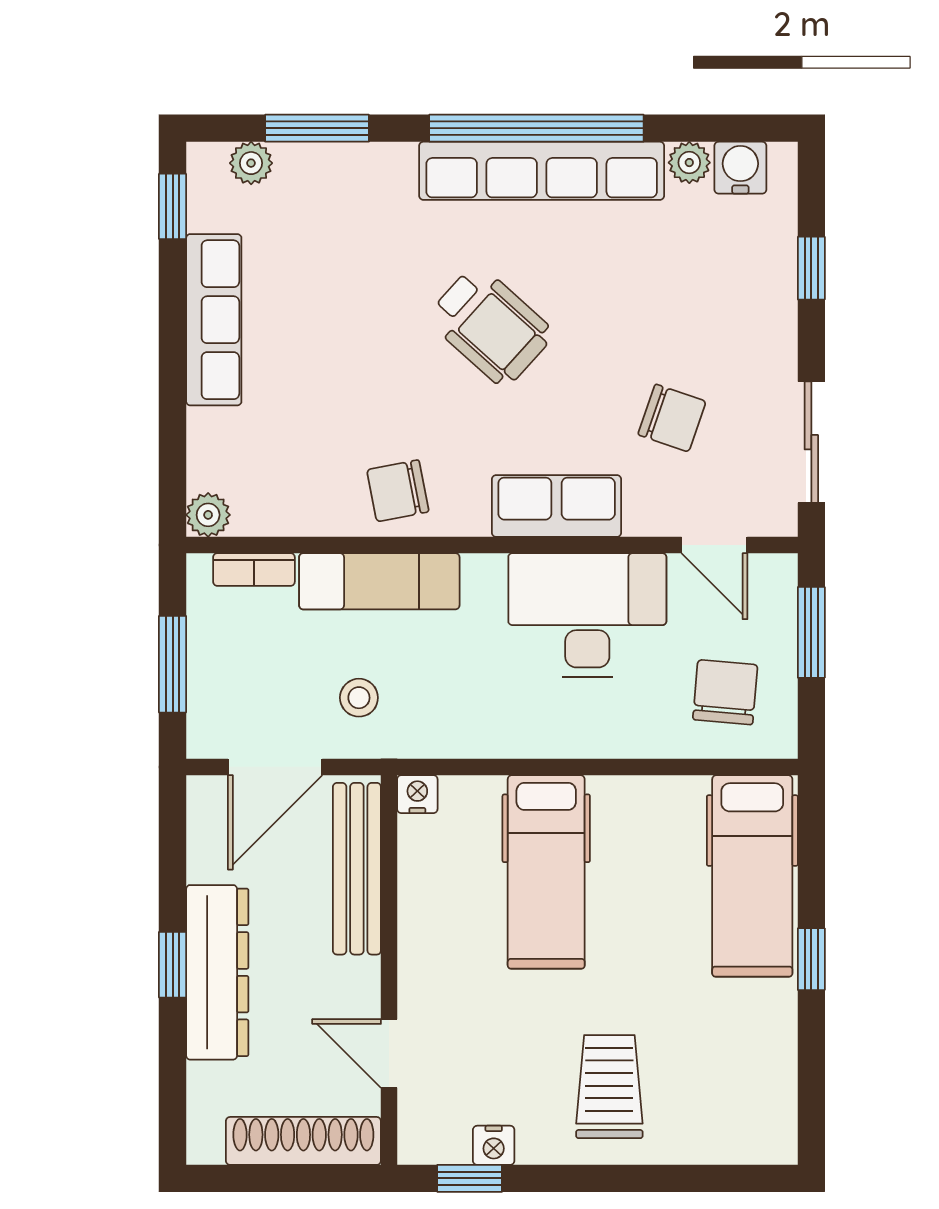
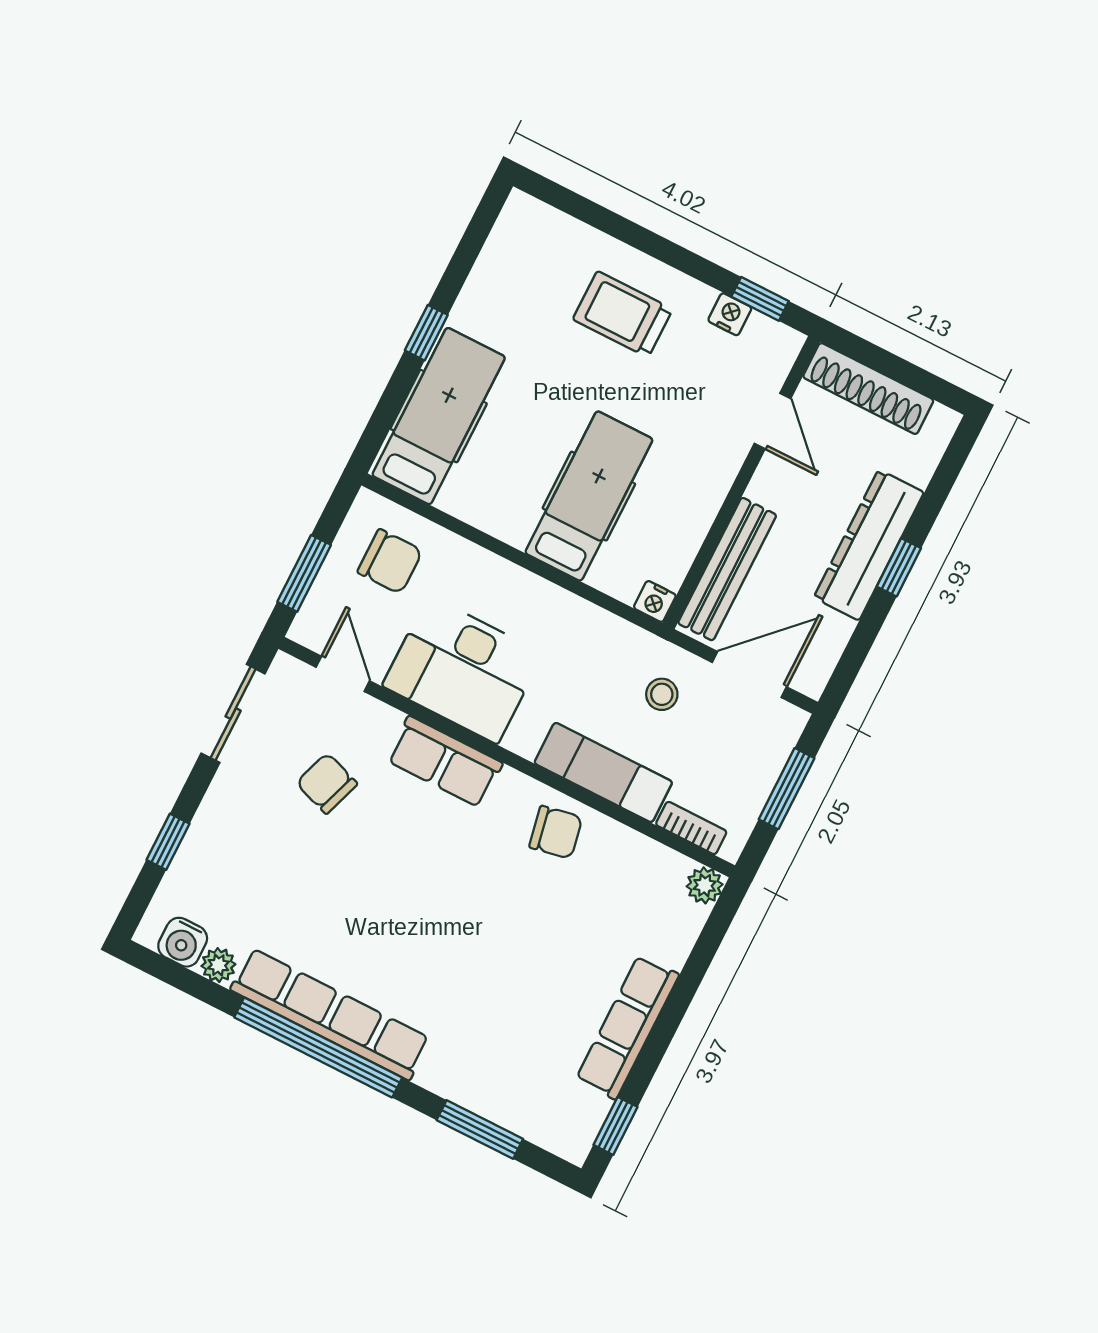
plant: (251, 163) -> (541, 1128), removed
wheelchair: (490, 326) -> (426, 919), removed
chair: (725, 692) -> (390, 561), turned -95
trolley: (609, 1087) -> (623, 314), turned 90

